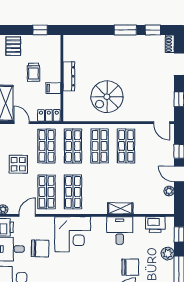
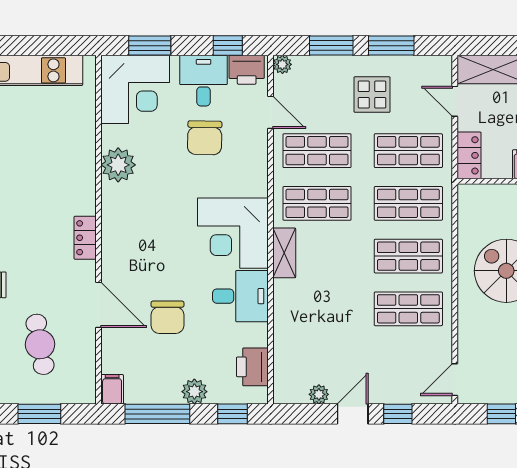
door: (22, 123) -> (455, 101), swing flipped
shelving: (120, 208) -> (284, 253), moved
corner desk: (73, 234) -> (233, 233), moved

